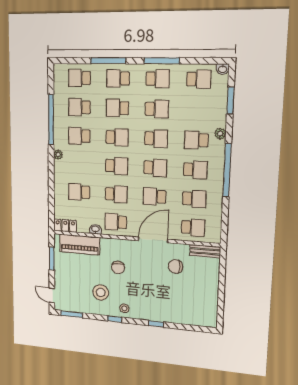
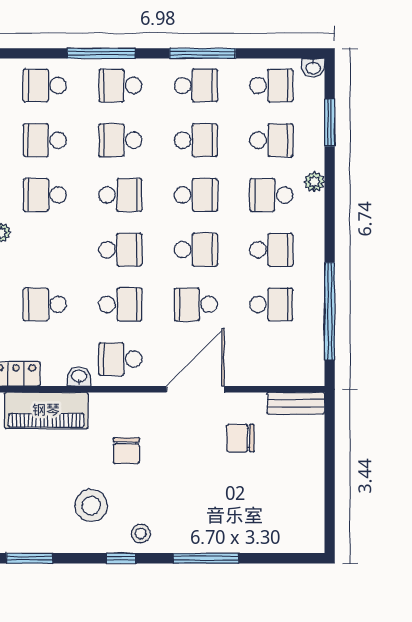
window: (227, 170) -> (330, 311), moved
school desk: (193, 227) -> (271, 140), moved
window: (156, 324) -> (206, 558), width x2.17

